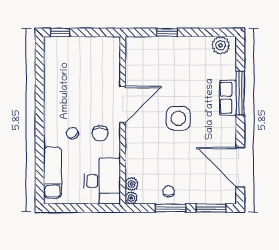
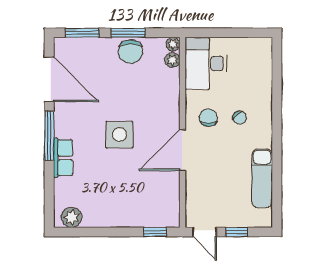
window: (60, 32) -> (237, 232), moved
door: (103, 32) -> (205, 232), added
window: (167, 32) -> (155, 232), moved
window: (240, 93) -> (49, 136), moved
exam couch: (53, 172) -> (262, 178), moved
chair: (169, 191) -> (130, 52), width x1.87, depth x1.87

